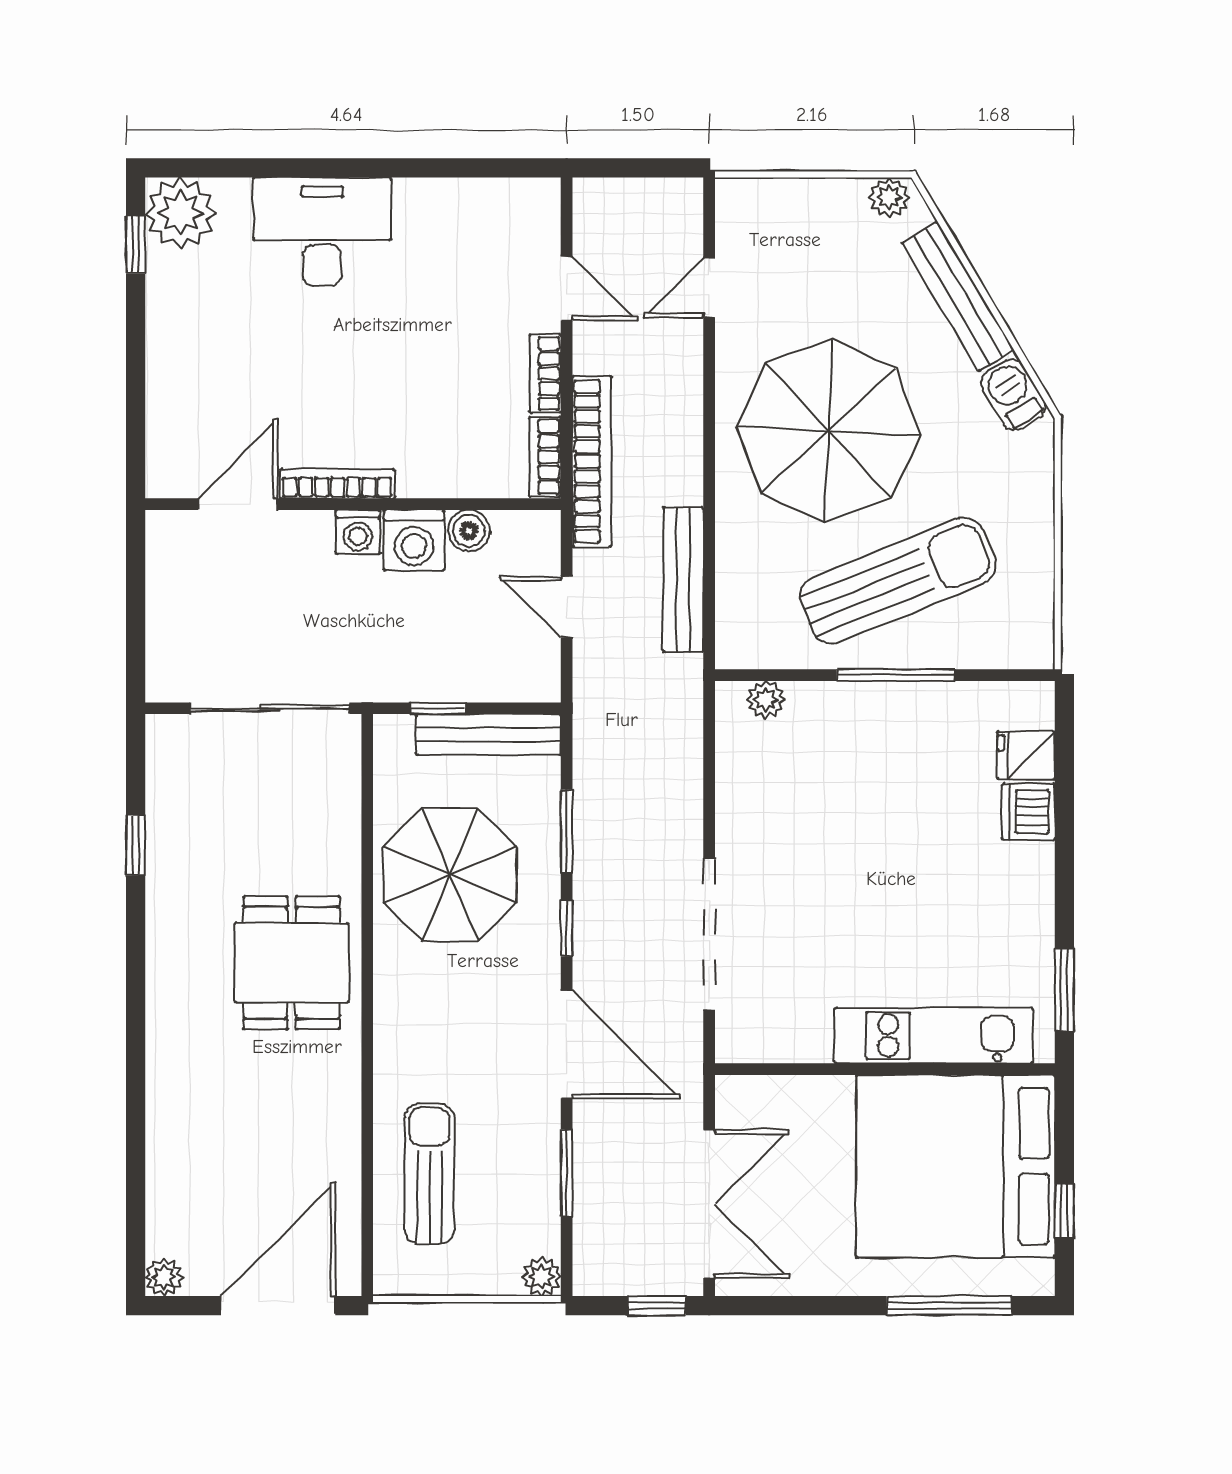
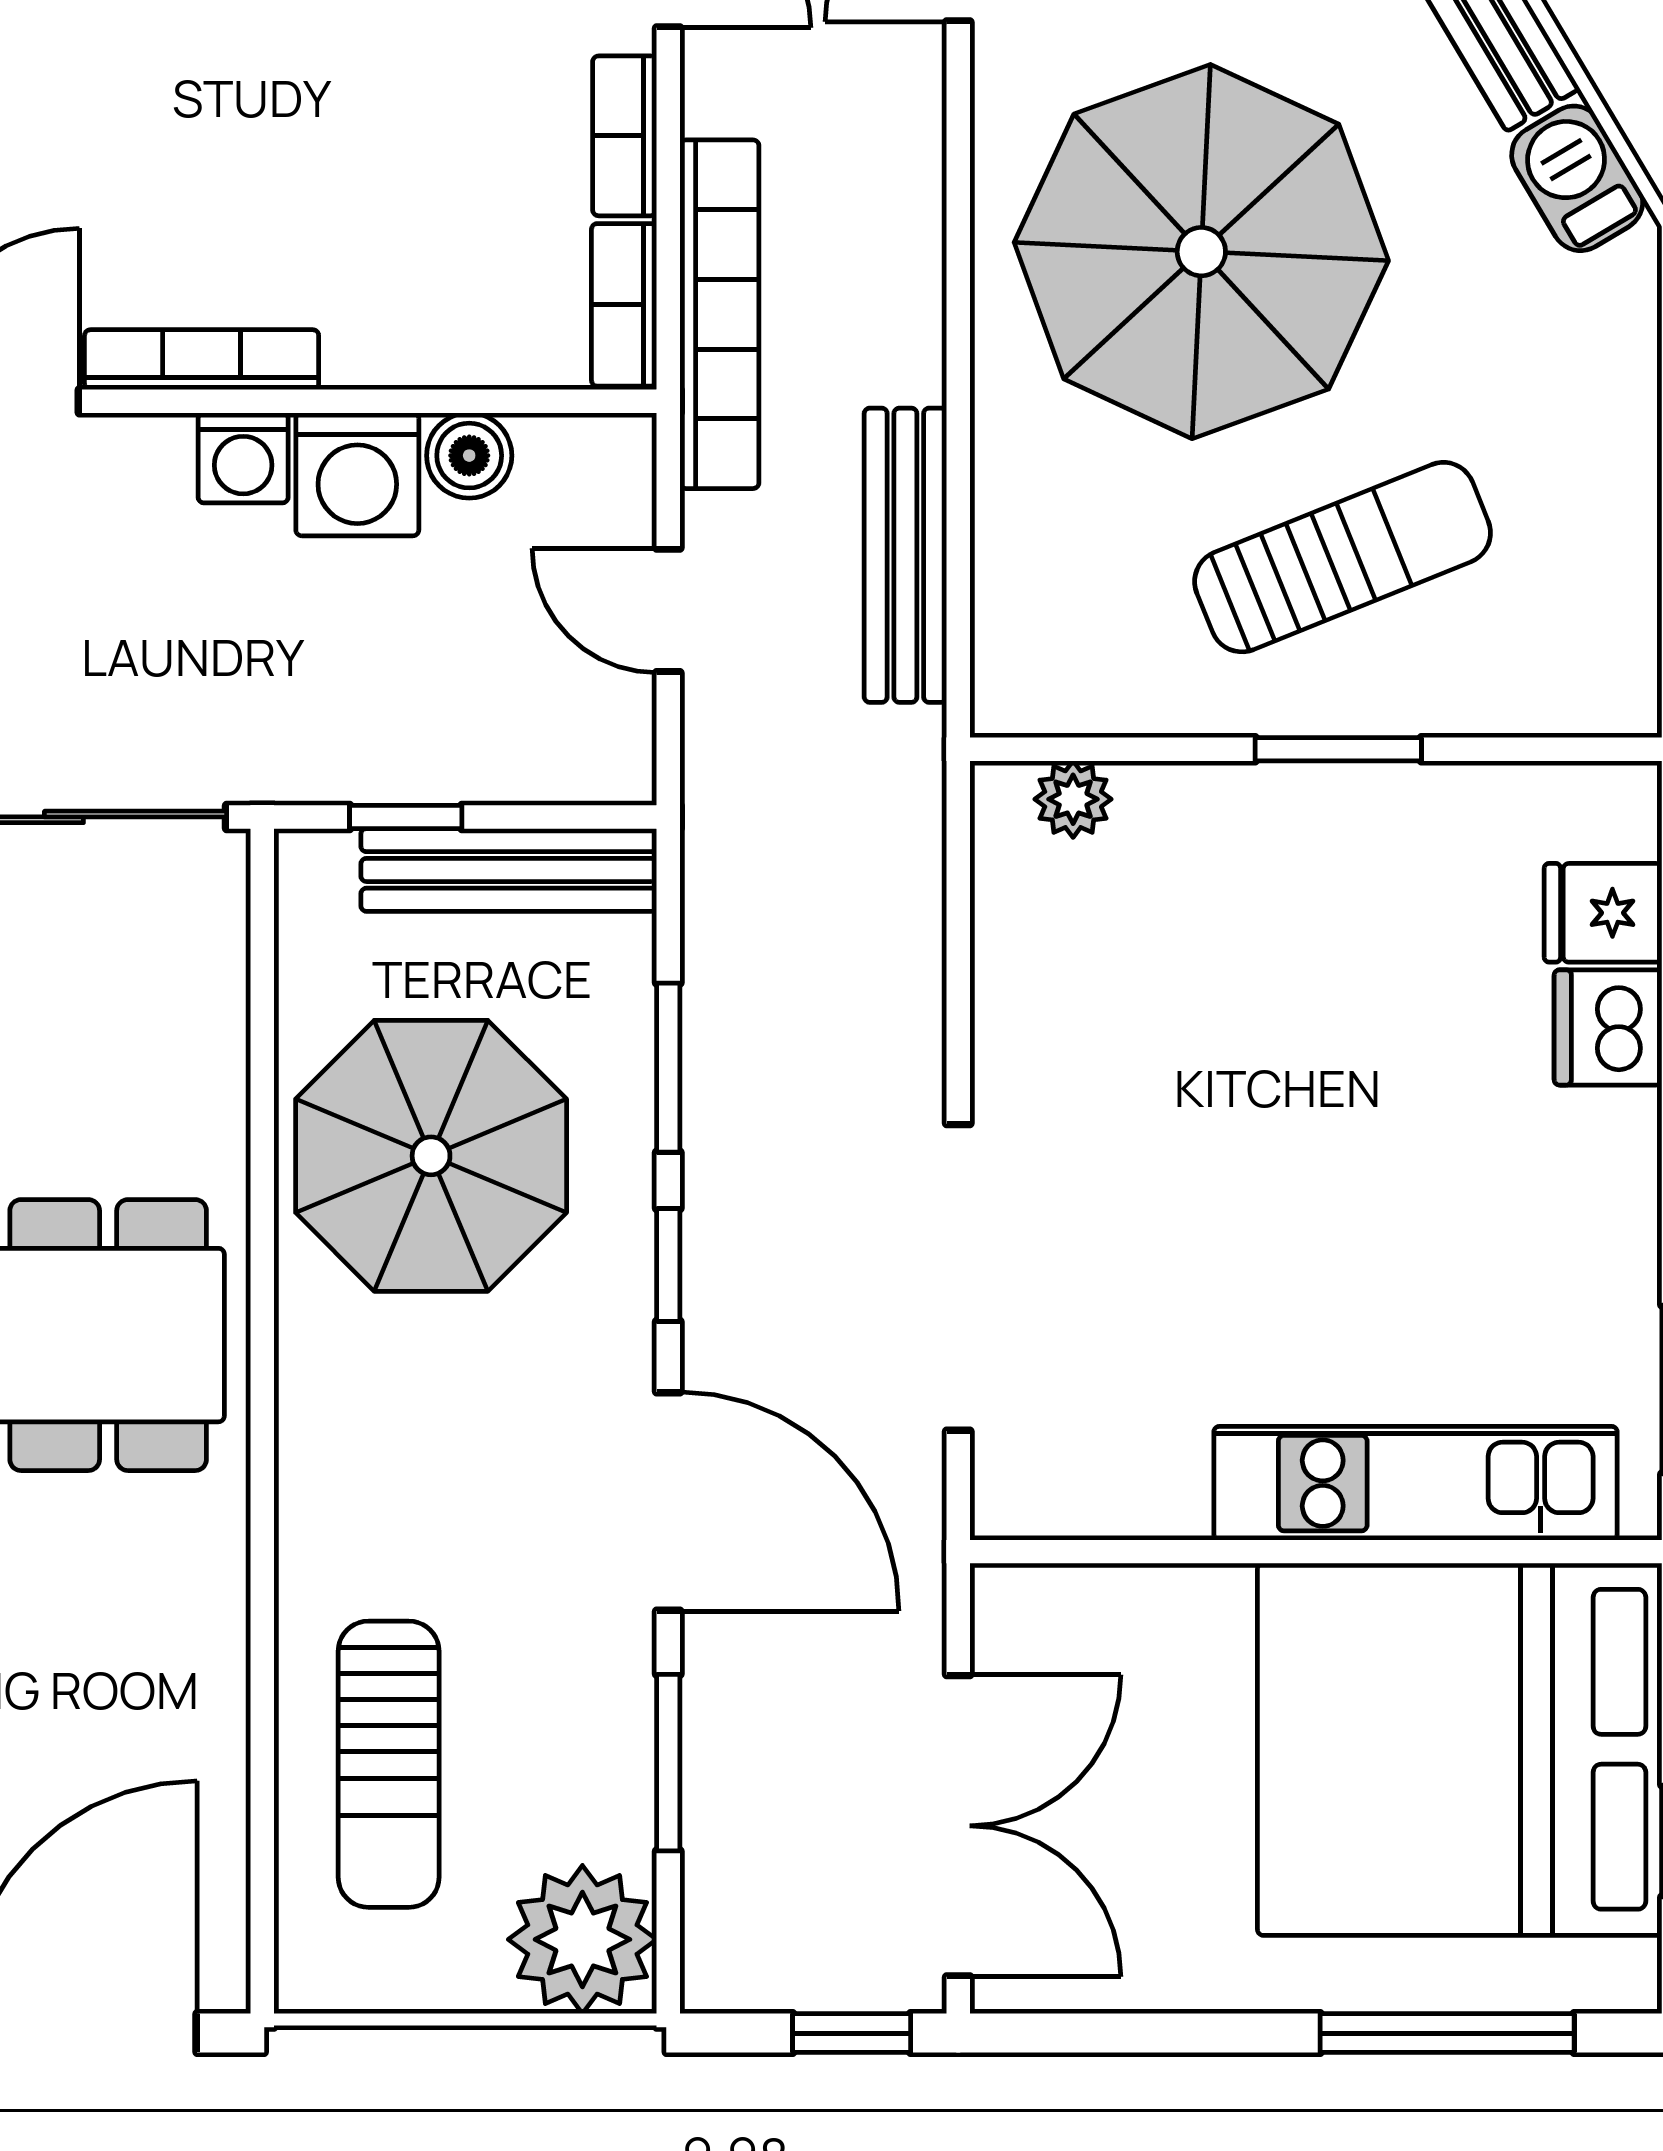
sun lounger: (898, 581) -> (1343, 557), width x0.73, depth x0.75
window: (896, 675) -> (1338, 749), width x0.69
sun lounger: (429, 1174) -> (389, 1764), turned 180
plant: (542, 1277) -> (582, 1939), width x1.87, depth x1.87

